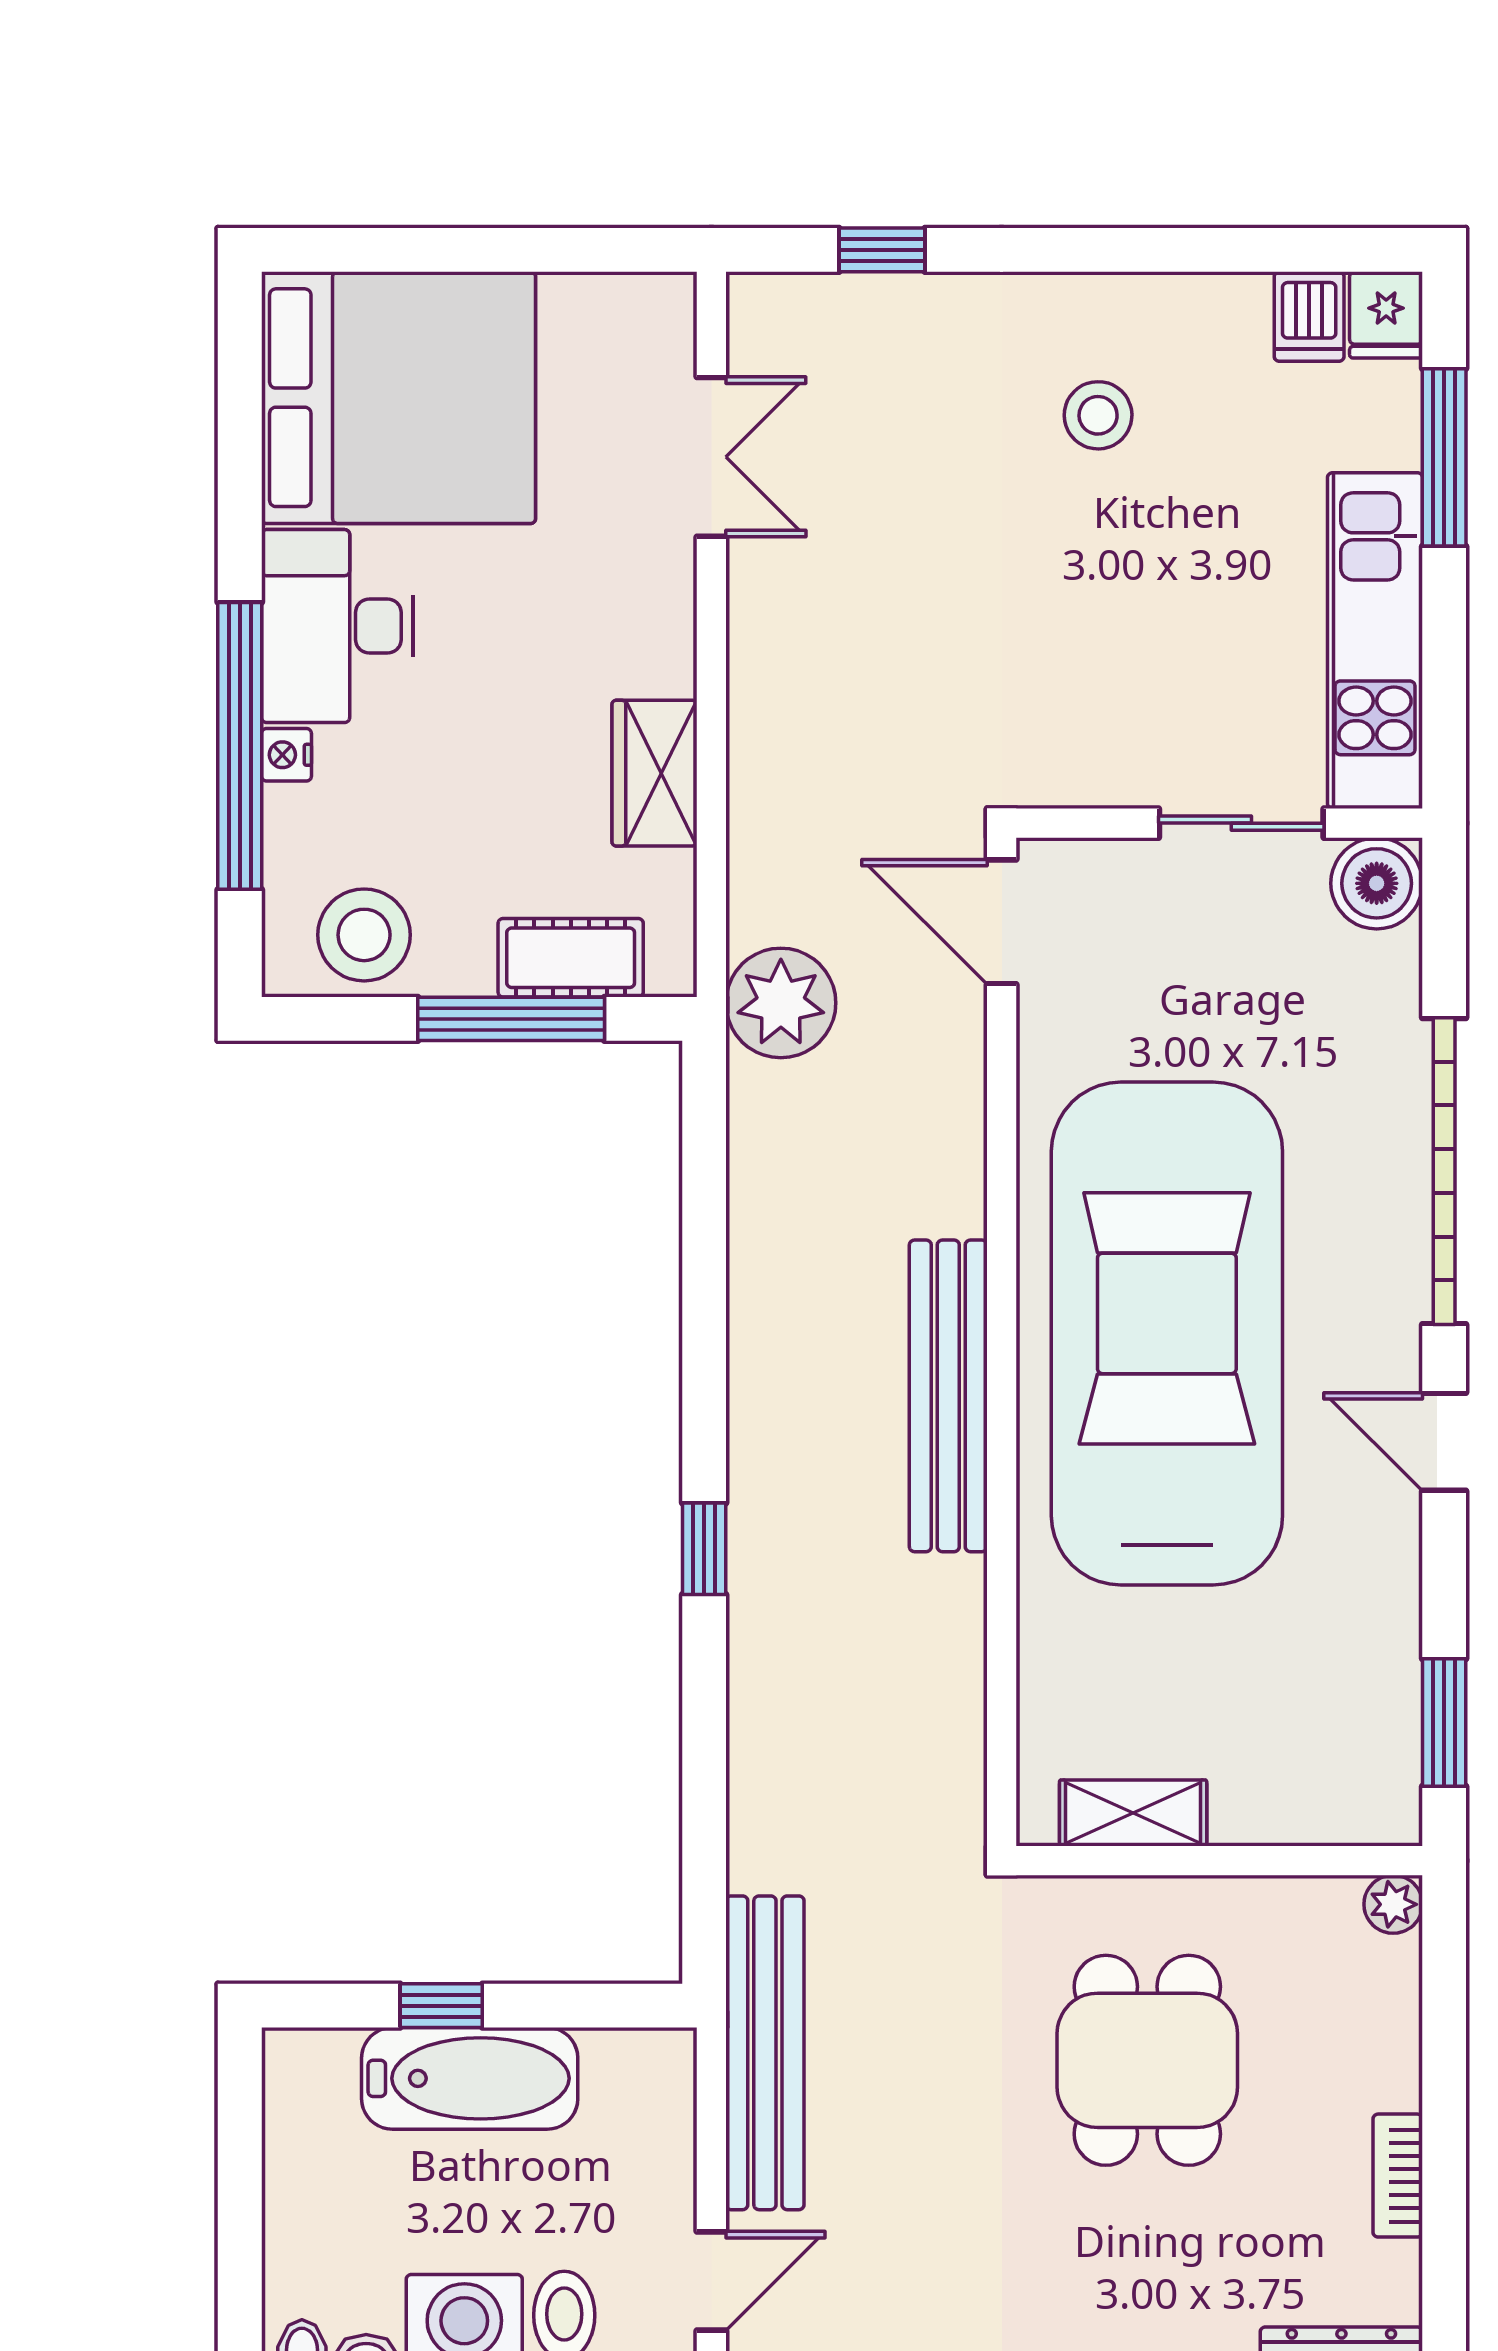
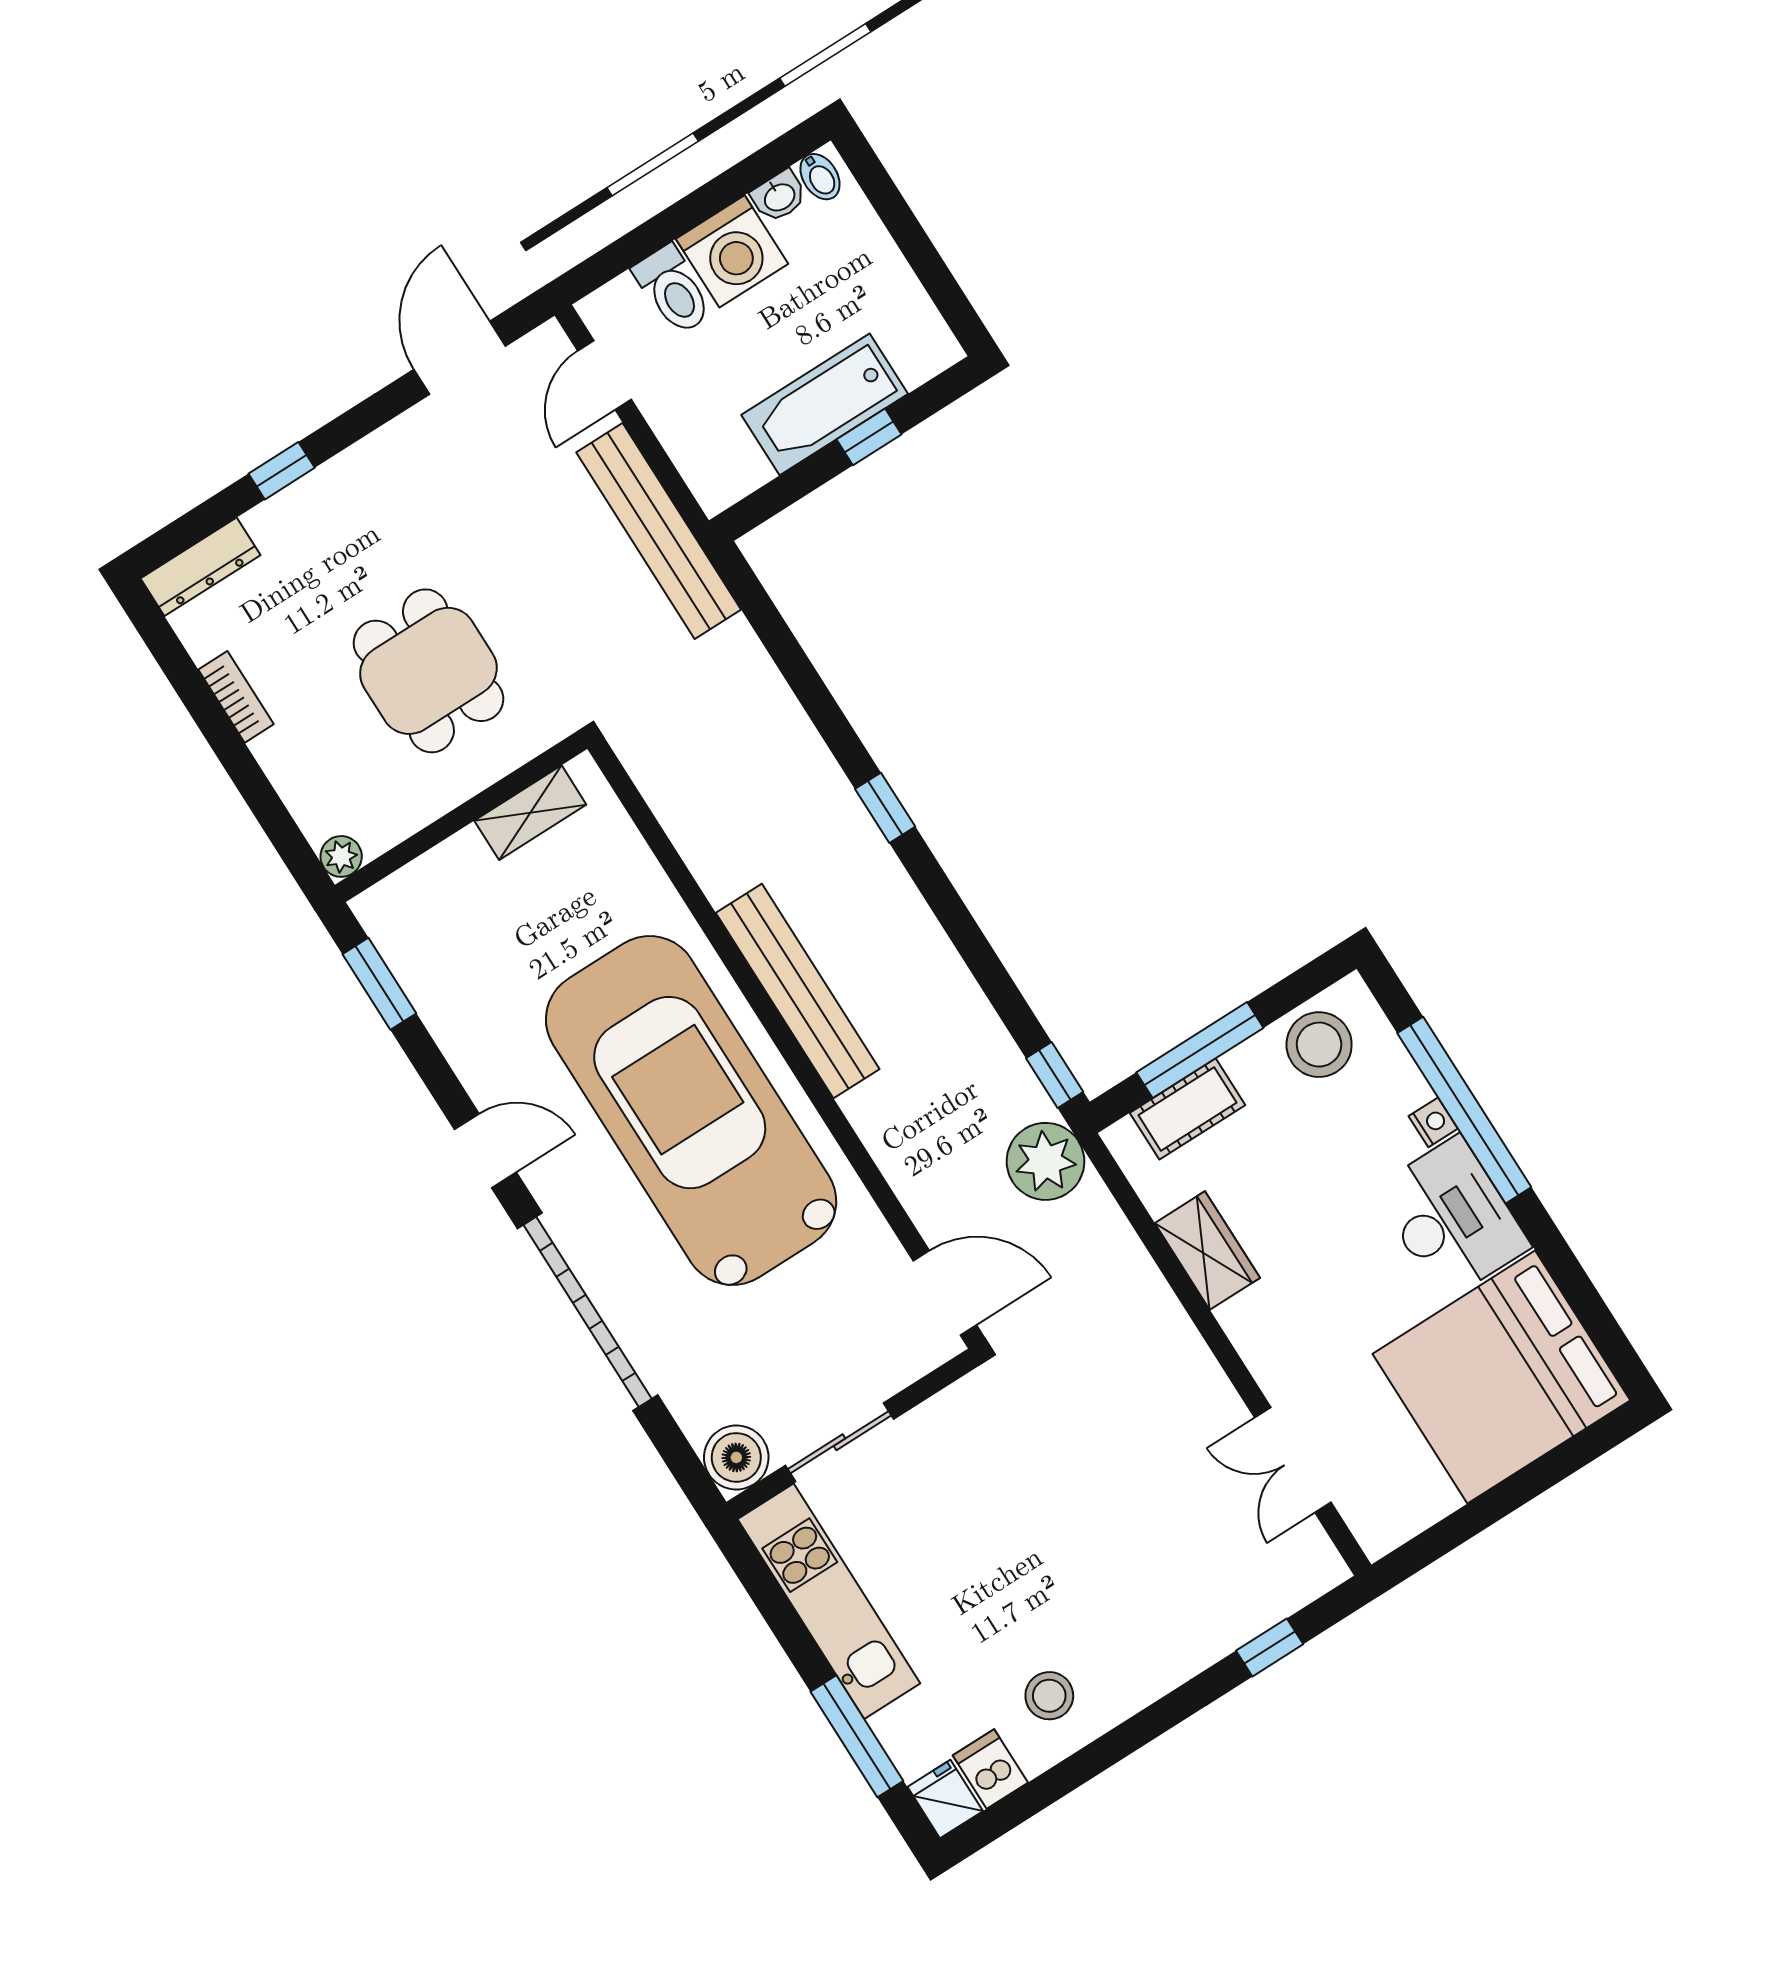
stool: (1098, 415) -> (1049, 1696), moved
window: (704, 1100) -> (1055, 1075), added
car: (1167, 1334) -> (691, 1111), turned 180

